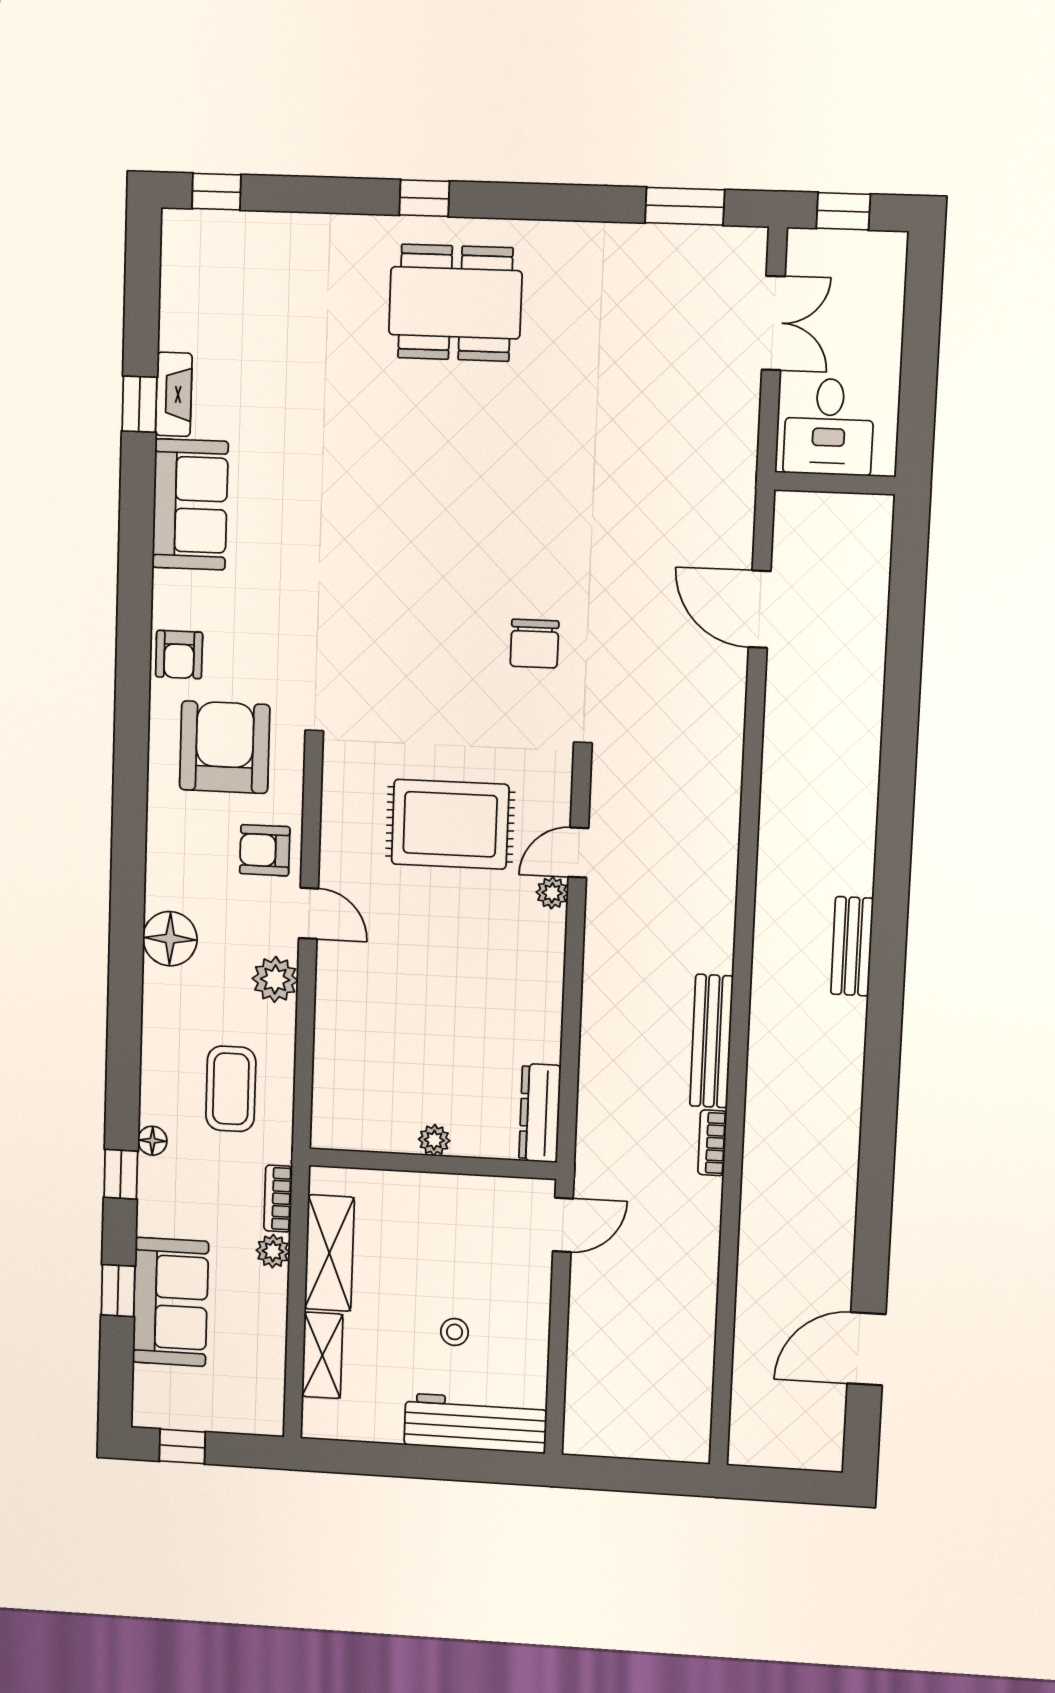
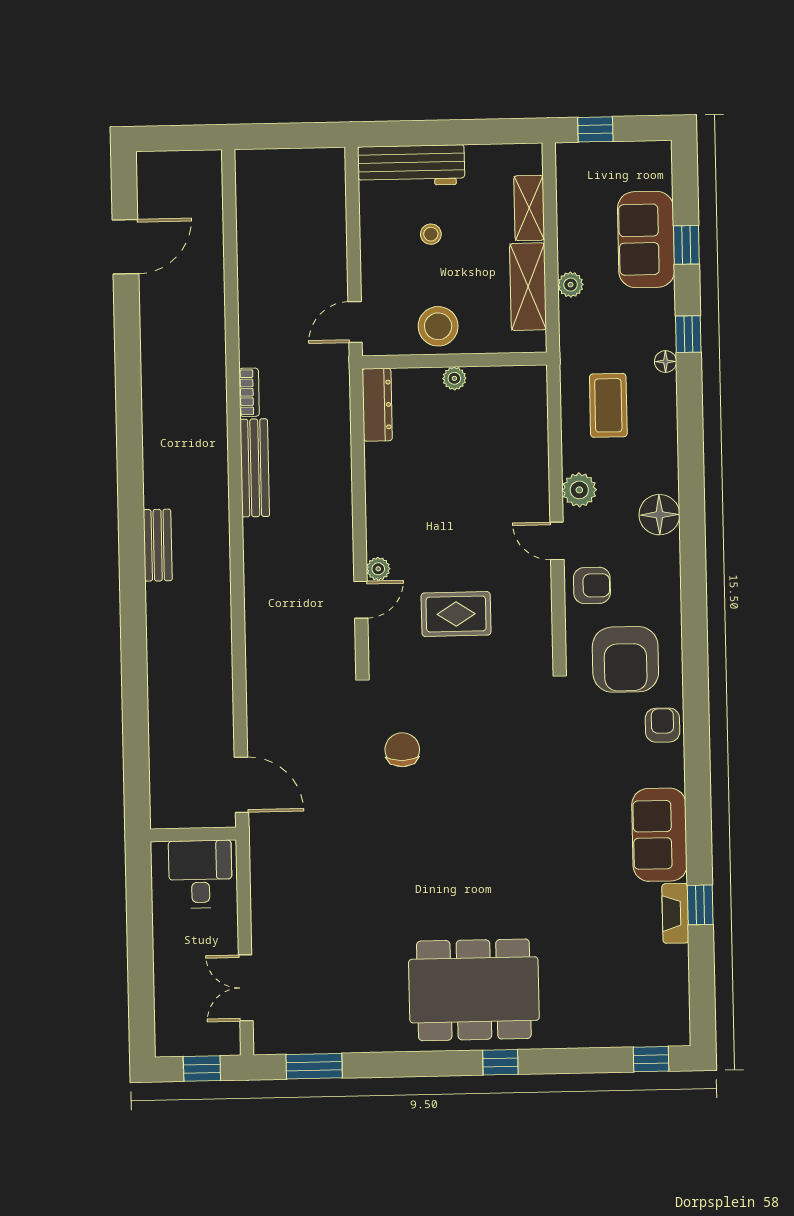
dining table: (455, 303) -> (474, 990), width x1.36, depth x1.24
desk: (829, 427) -> (200, 874), moved
wall: (835, 483) -> (193, 834), moved
rug: (450, 824) -> (456, 614), width x0.73, depth x0.70
bookcase: (278, 1199) -> (569, 325), removed
stool: (452, 1211) -> (438, 326), added
window: (182, 1446) -> (595, 129), moved

